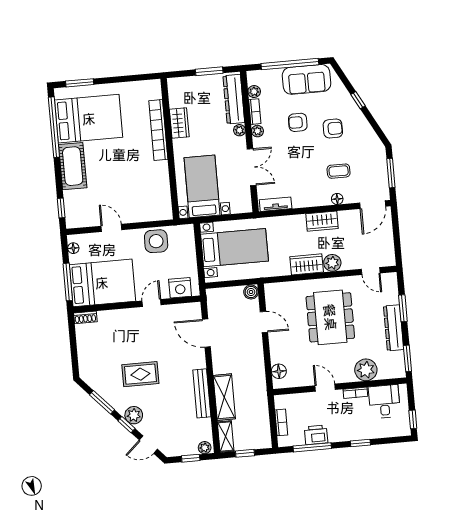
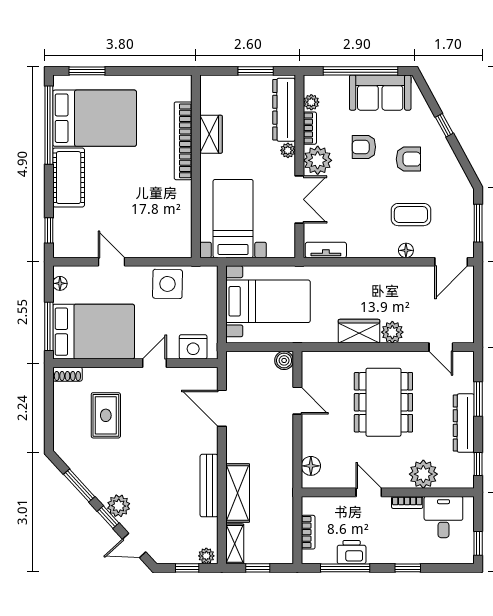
plant: (257, 131) -> (318, 160), width x1.88, depth x1.88
coffee table: (339, 171) -> (411, 215), width x1.36, depth x1.30
wardrobe: (322, 221) -> (384, 277), removed
window: (407, 358) -> (478, 464), width x0.67
rug: (140, 374) -> (106, 415), moved, turned 90

